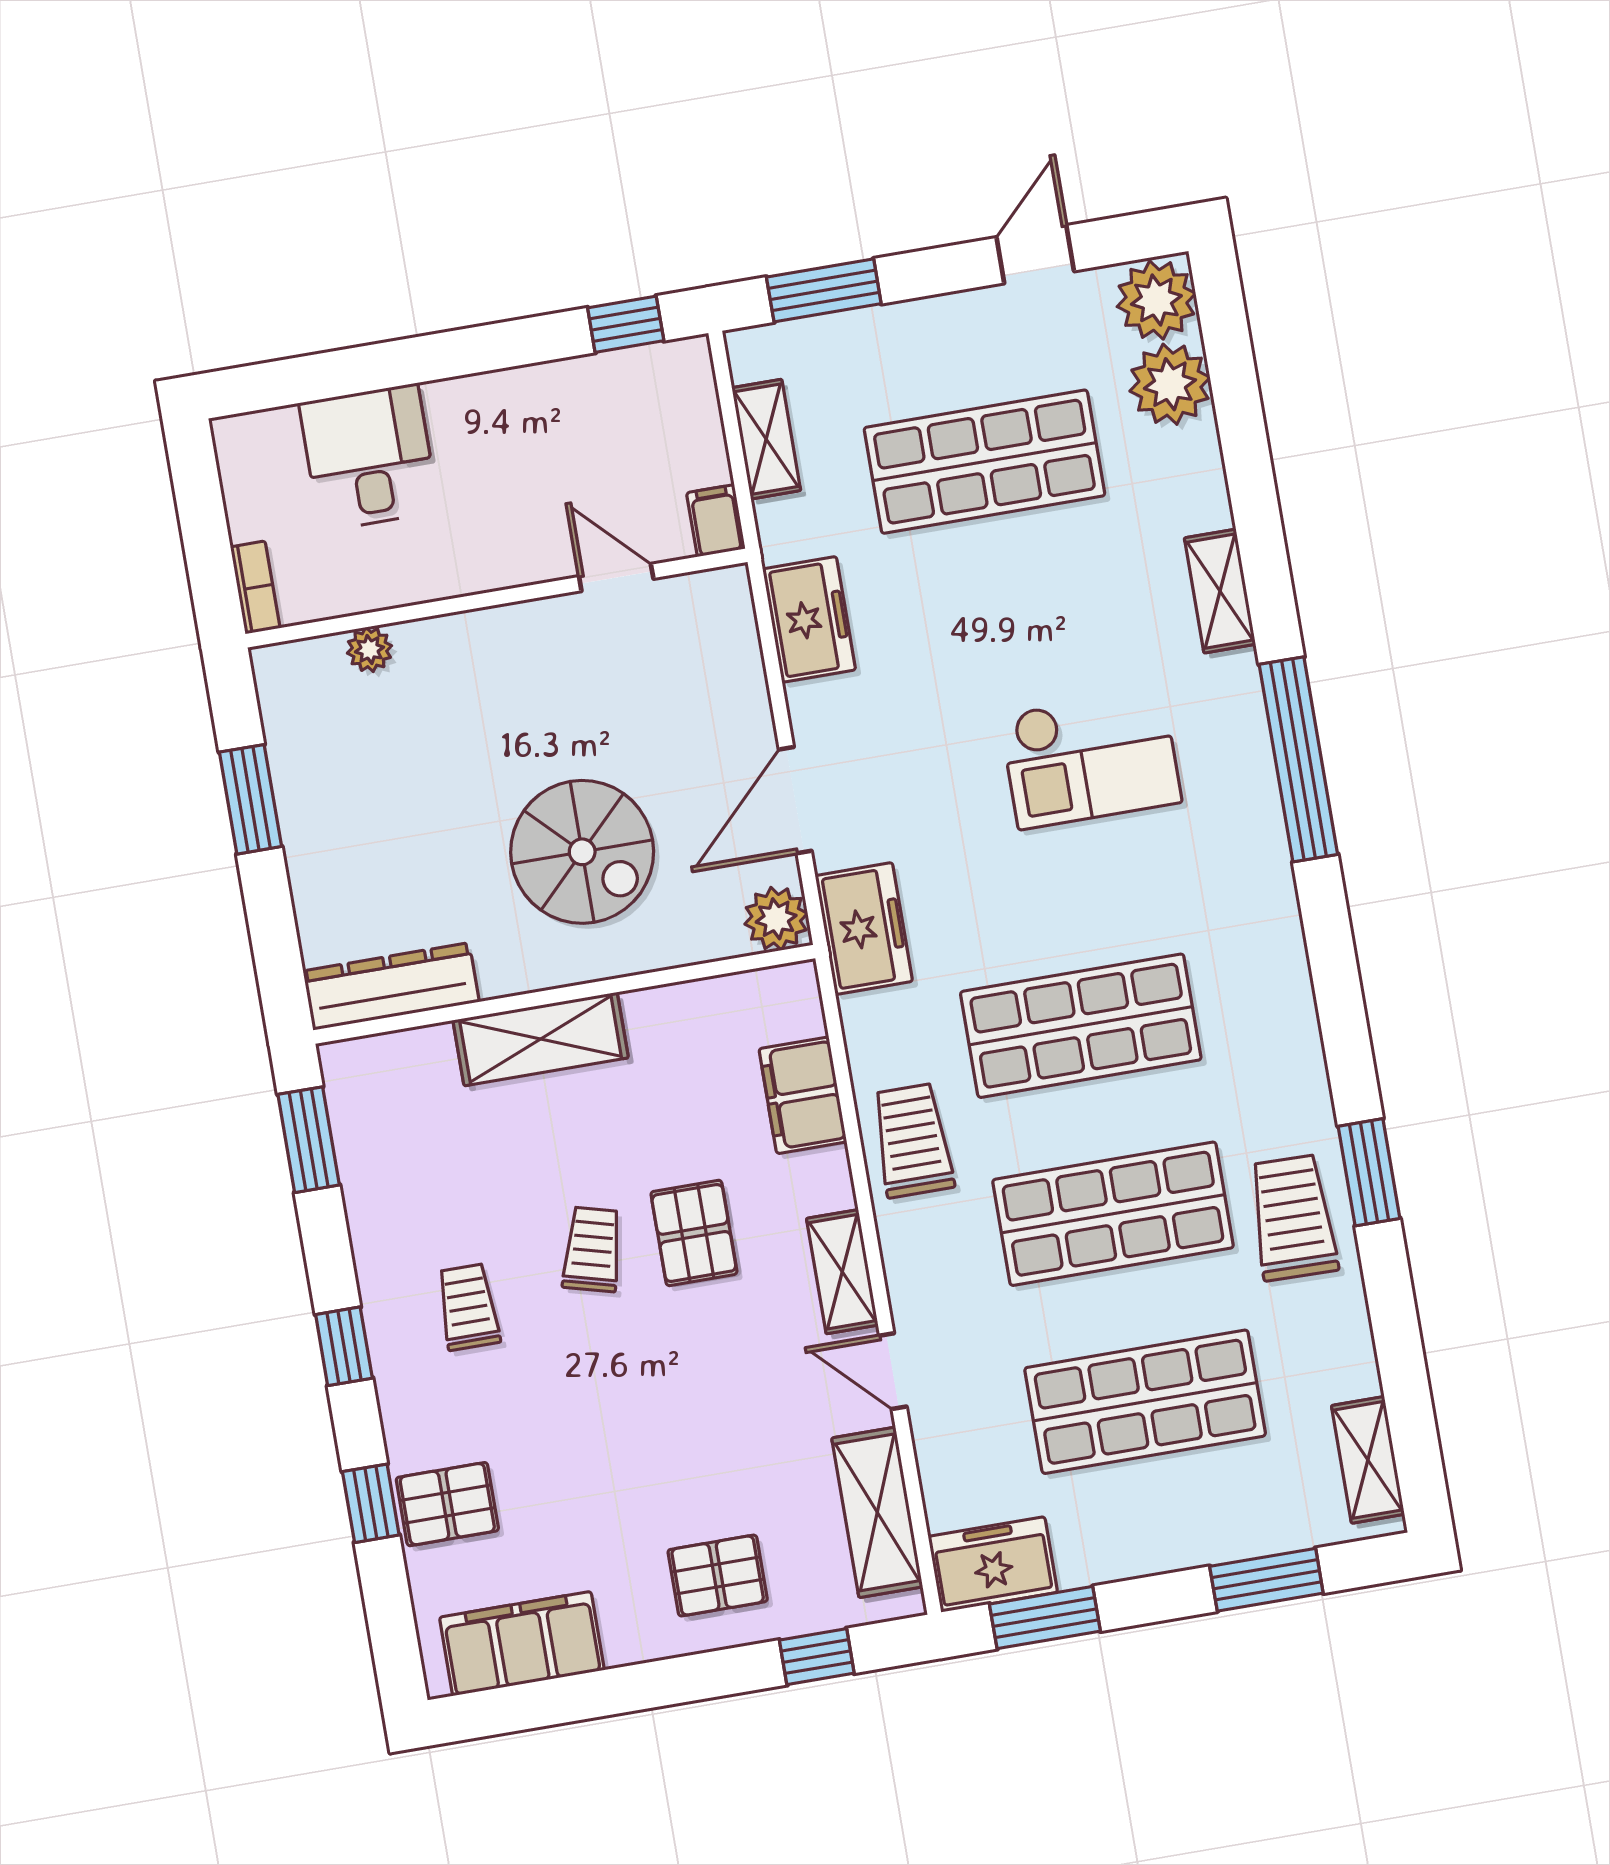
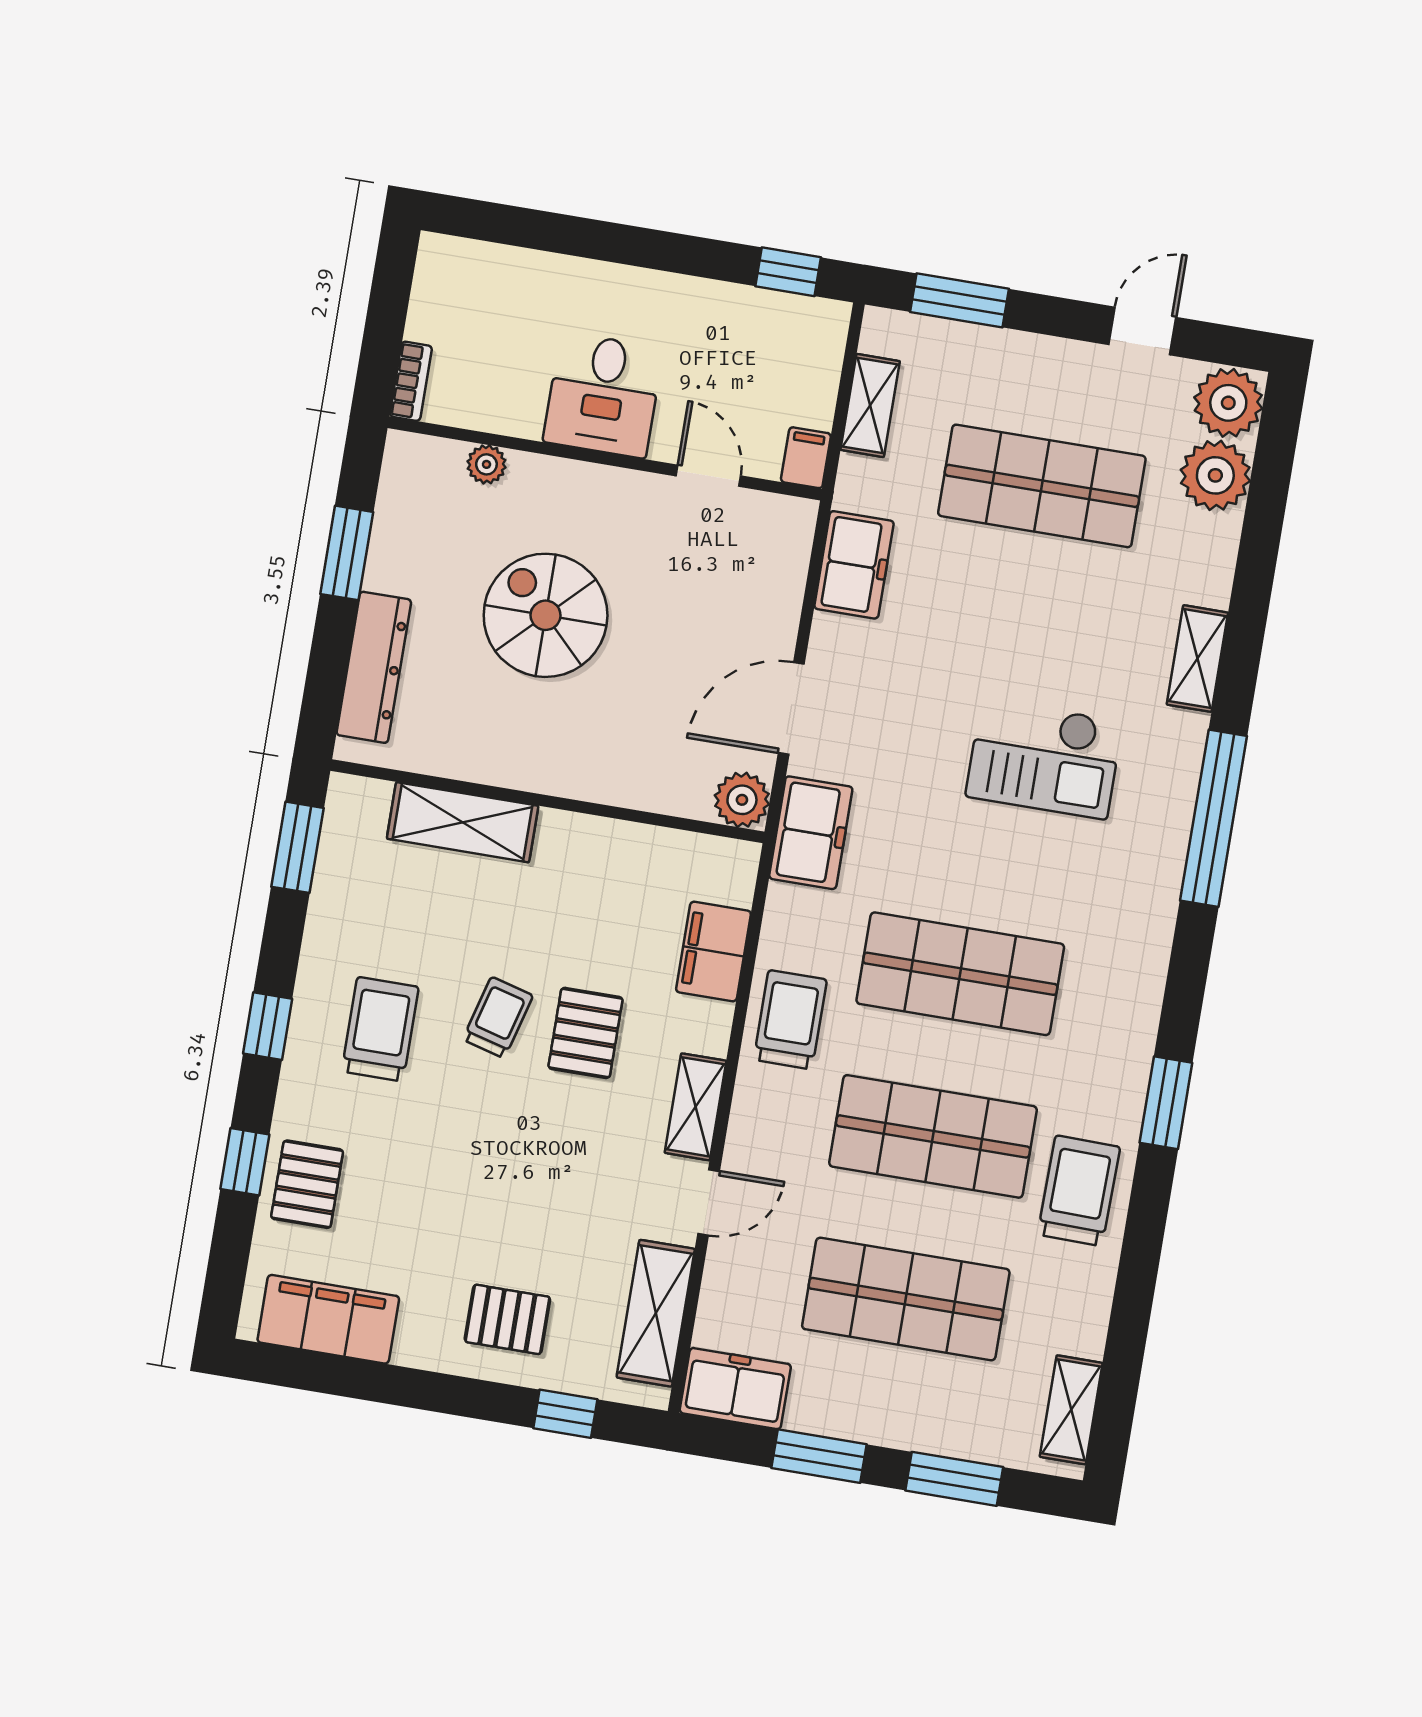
desk: (369, 457) -> (603, 395), moved, turned 180
spiral stairs: (582, 852) -> (546, 615), moved, turned 180
dresser: (391, 986) -> (374, 667), moved, turned 90
shelving: (541, 1039) -> (463, 822), moved
window: (1369, 1172) -> (1166, 1103), moved
trolley: (468, 1307) -> (380, 1029), width x1.36, depth x1.39
door: (893, 1371) -> (709, 1202), swing flipped
pallet: (447, 1504) -> (307, 1184), turned 90
window: (1045, 1618) -> (819, 1456), moved

